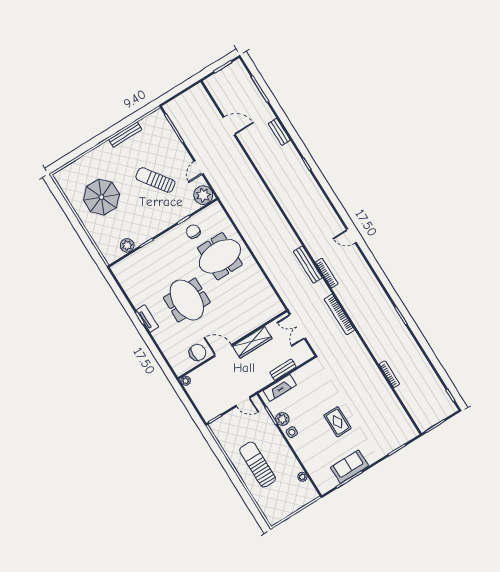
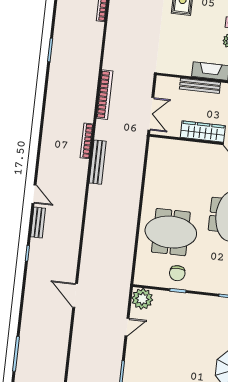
door: (229, 126) -> (75, 295), moved
bench: (279, 132) -> (38, 222), moved
sun lounger: (155, 180) -> (175, 346), removed
door: (351, 236) -> (34, 194), moved
bench: (283, 370) -> (200, 86), width x1.36

